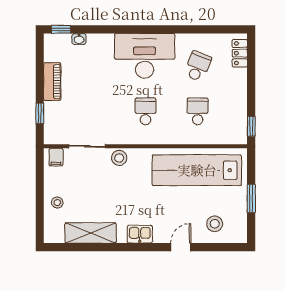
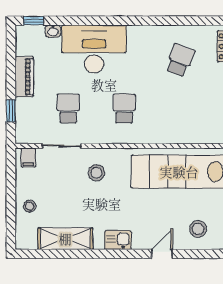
desk: (145, 56) -> (94, 49), moved
school desk: (198, 111) -> (68, 109), moved
stool: (119, 158) -> (96, 173), moved

